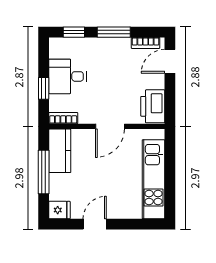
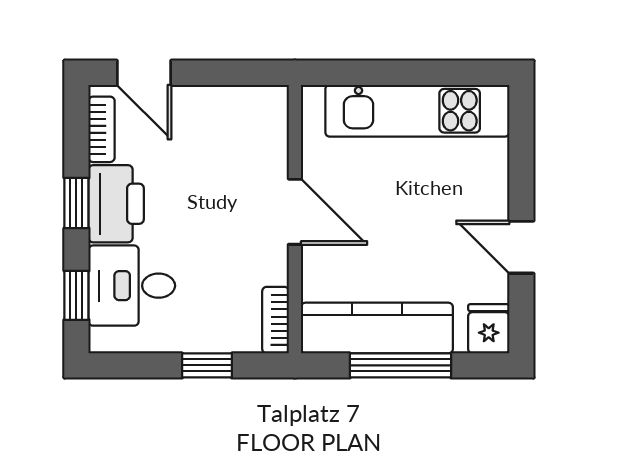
window: (114, 32) -> (76, 203), width x0.67
desk: (67, 76) -> (132, 286), moved, turned 90
printer: (153, 106) -> (116, 204), moved, turned -90
kitchen counter: (60, 151) -> (377, 328), width x1.50

